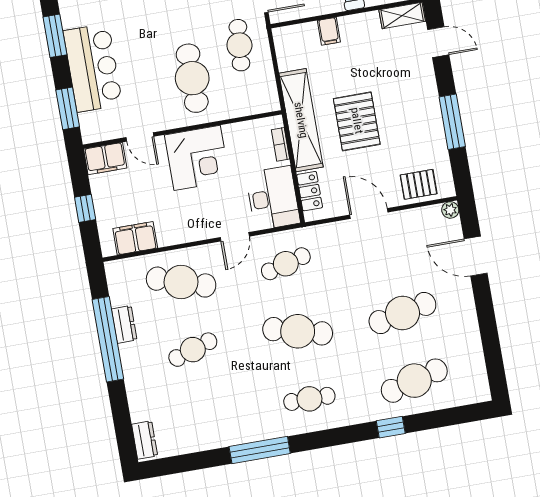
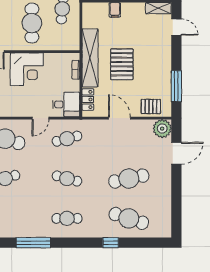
window: (452, 122) -> (176, 86), moved
desk: (273, 198) -> (66, 104), width x0.73
plant: (450, 210) -> (162, 129), width x1.87, depth x1.87
door: (476, 256) -> (176, 153), swing flipped
cafe table: (298, 331) -> (67, 179), width x0.73, depth x0.74
cafe table: (414, 381) -> (129, 218), turned 33

